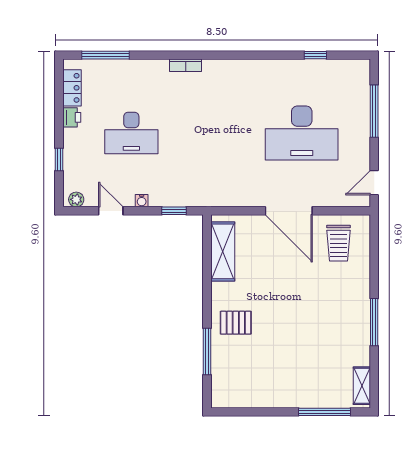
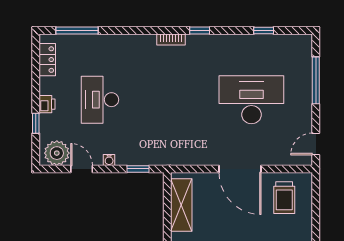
window: (243, 55) -> (200, 31), added
bookcase: (186, 65) -> (171, 40), moved
printer: (72, 117) -> (47, 104), moved
desk: (131, 133) -> (100, 100), turned 90
desk: (302, 133) -> (251, 100), turned 180
plant: (76, 199) -> (57, 153), width x1.88, depth x1.88

